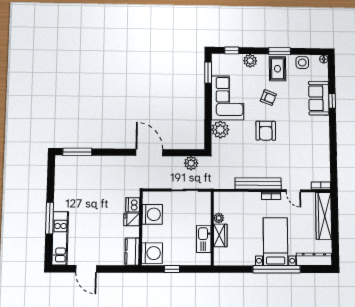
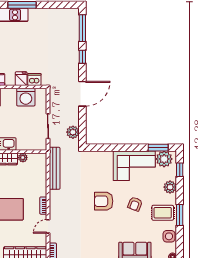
plant: (220, 130) -> (164, 159), moved
window: (109, 152) -> (82, 57), added
bench: (258, 183) -> (55, 168), moved

